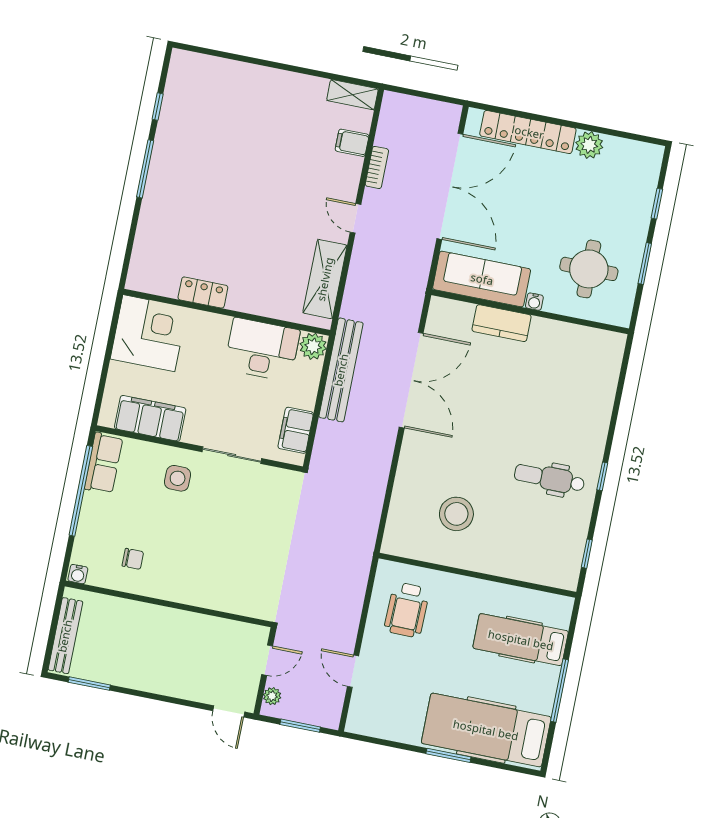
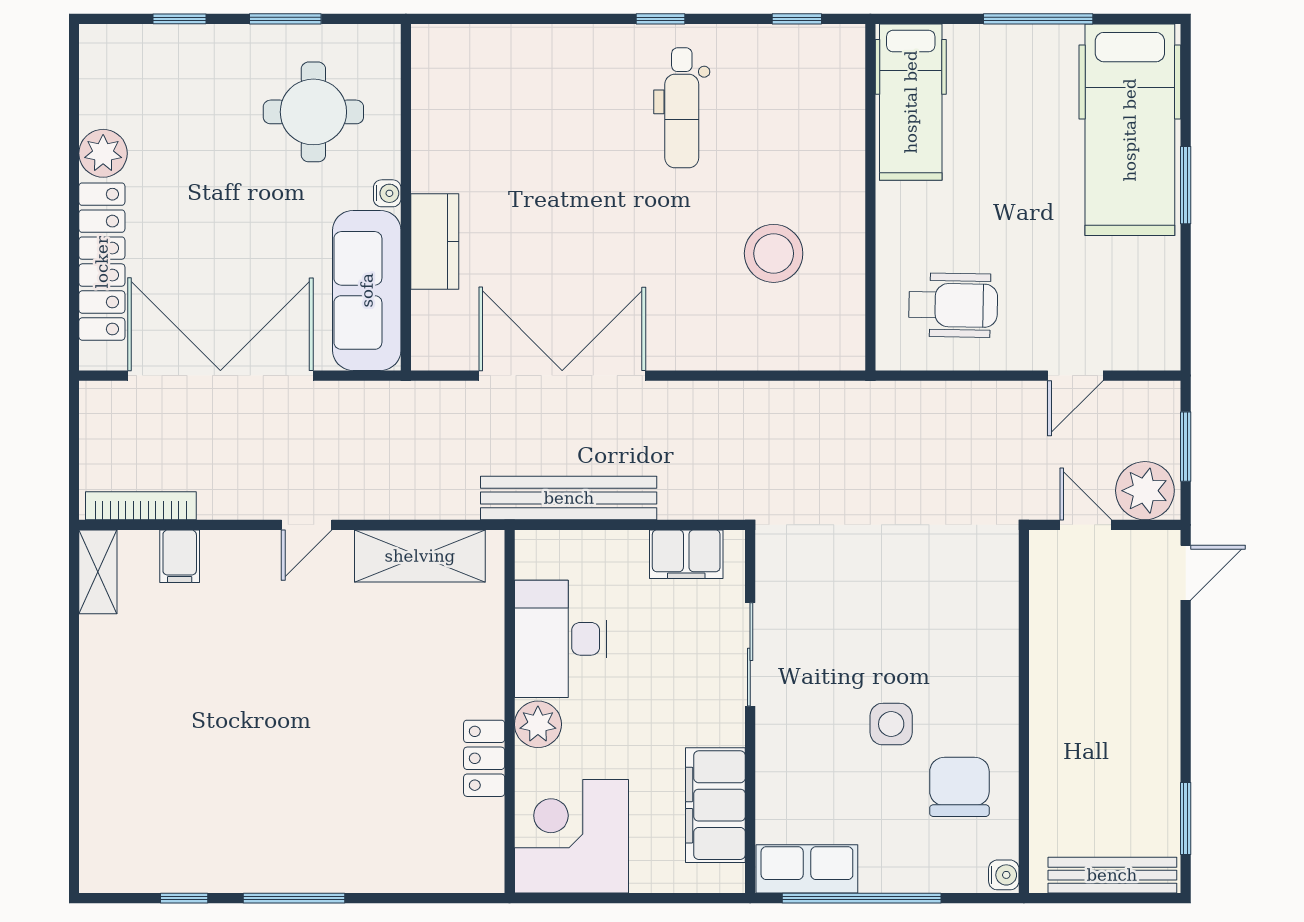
bookcase: (377, 167) -> (141, 506), moved, width x1.56
plant: (313, 346) -> (538, 724), moved
side table: (178, 478) -> (891, 724), moved
chair: (133, 559) -> (959, 787), width x1.87, depth x1.87
hospital bed: (521, 640) -> (911, 102), moved
plant: (272, 696) -> (1145, 491), width x1.88, depth x1.88

